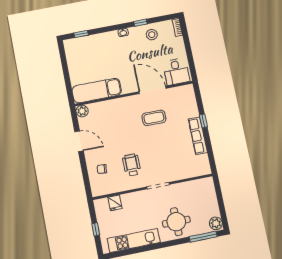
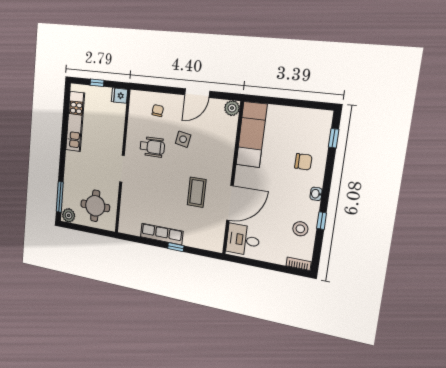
chair: (104, 48) -> (303, 162), added
side table: (117, 141) -> (183, 139), added
fridge: (115, 203) -> (119, 96), moved
round table: (176, 222) -> (95, 206), moved

